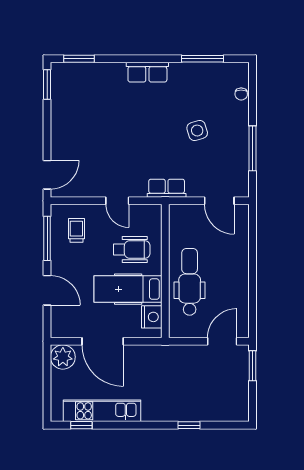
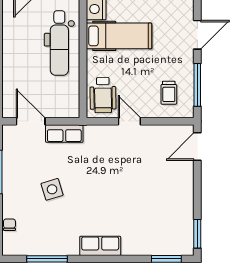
row of seats: (167, 188) -> (64, 134), moved
wheelchair: (132, 250) -> (103, 95), moved, turned -91
door: (47, 290) -> (197, 35), swing flipped

